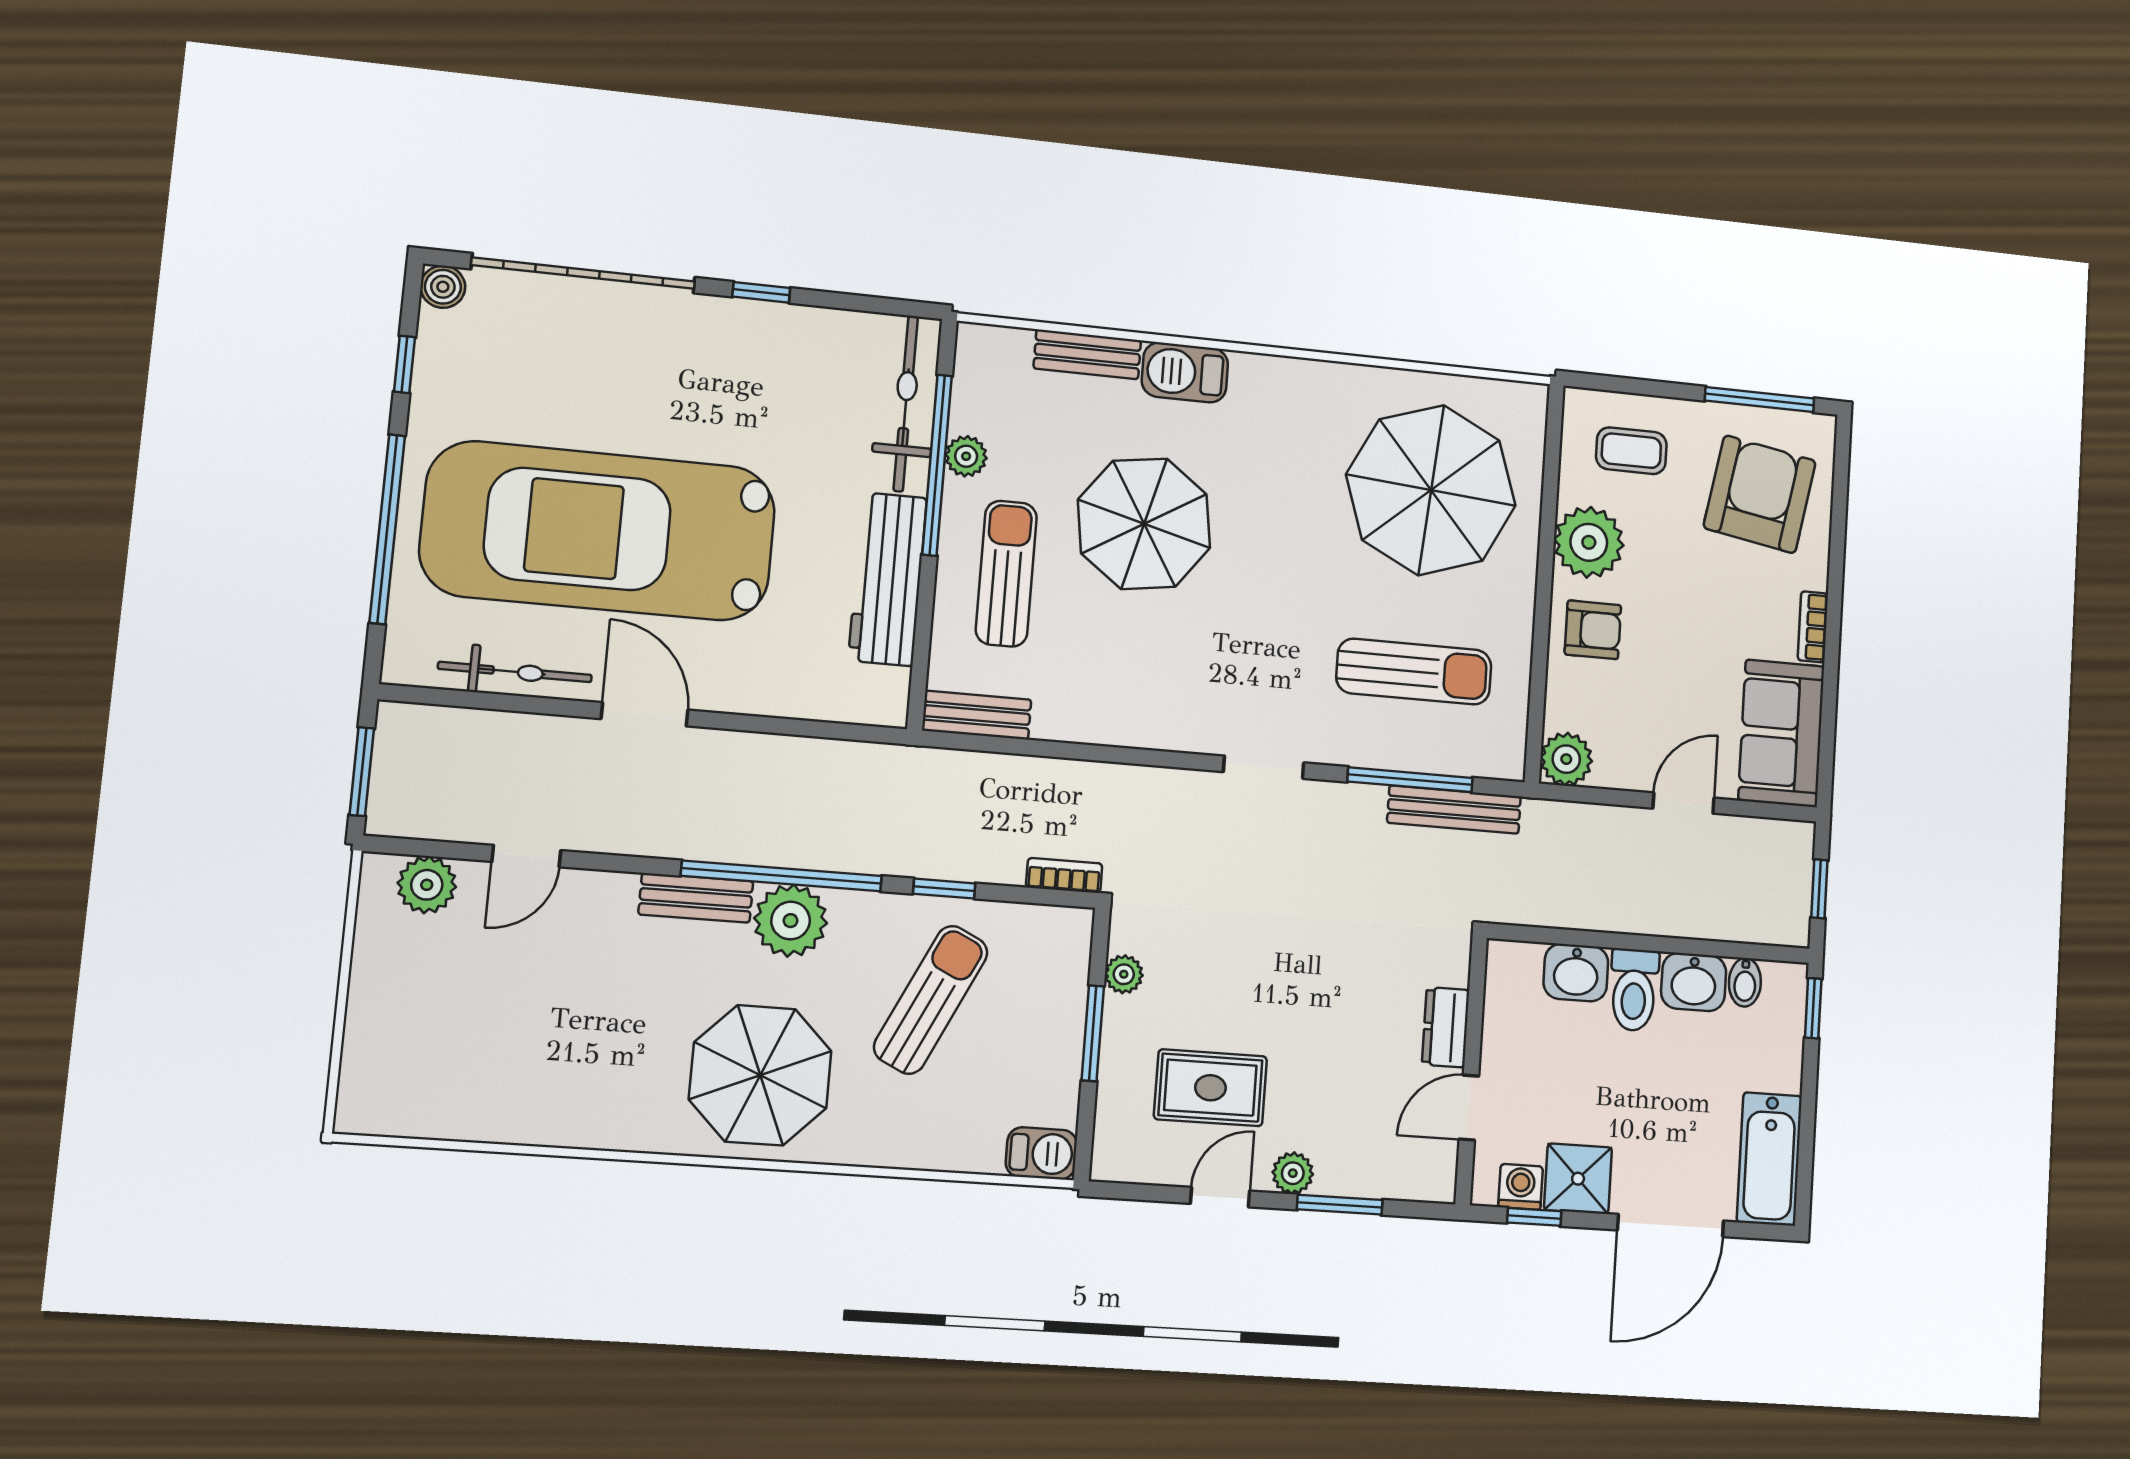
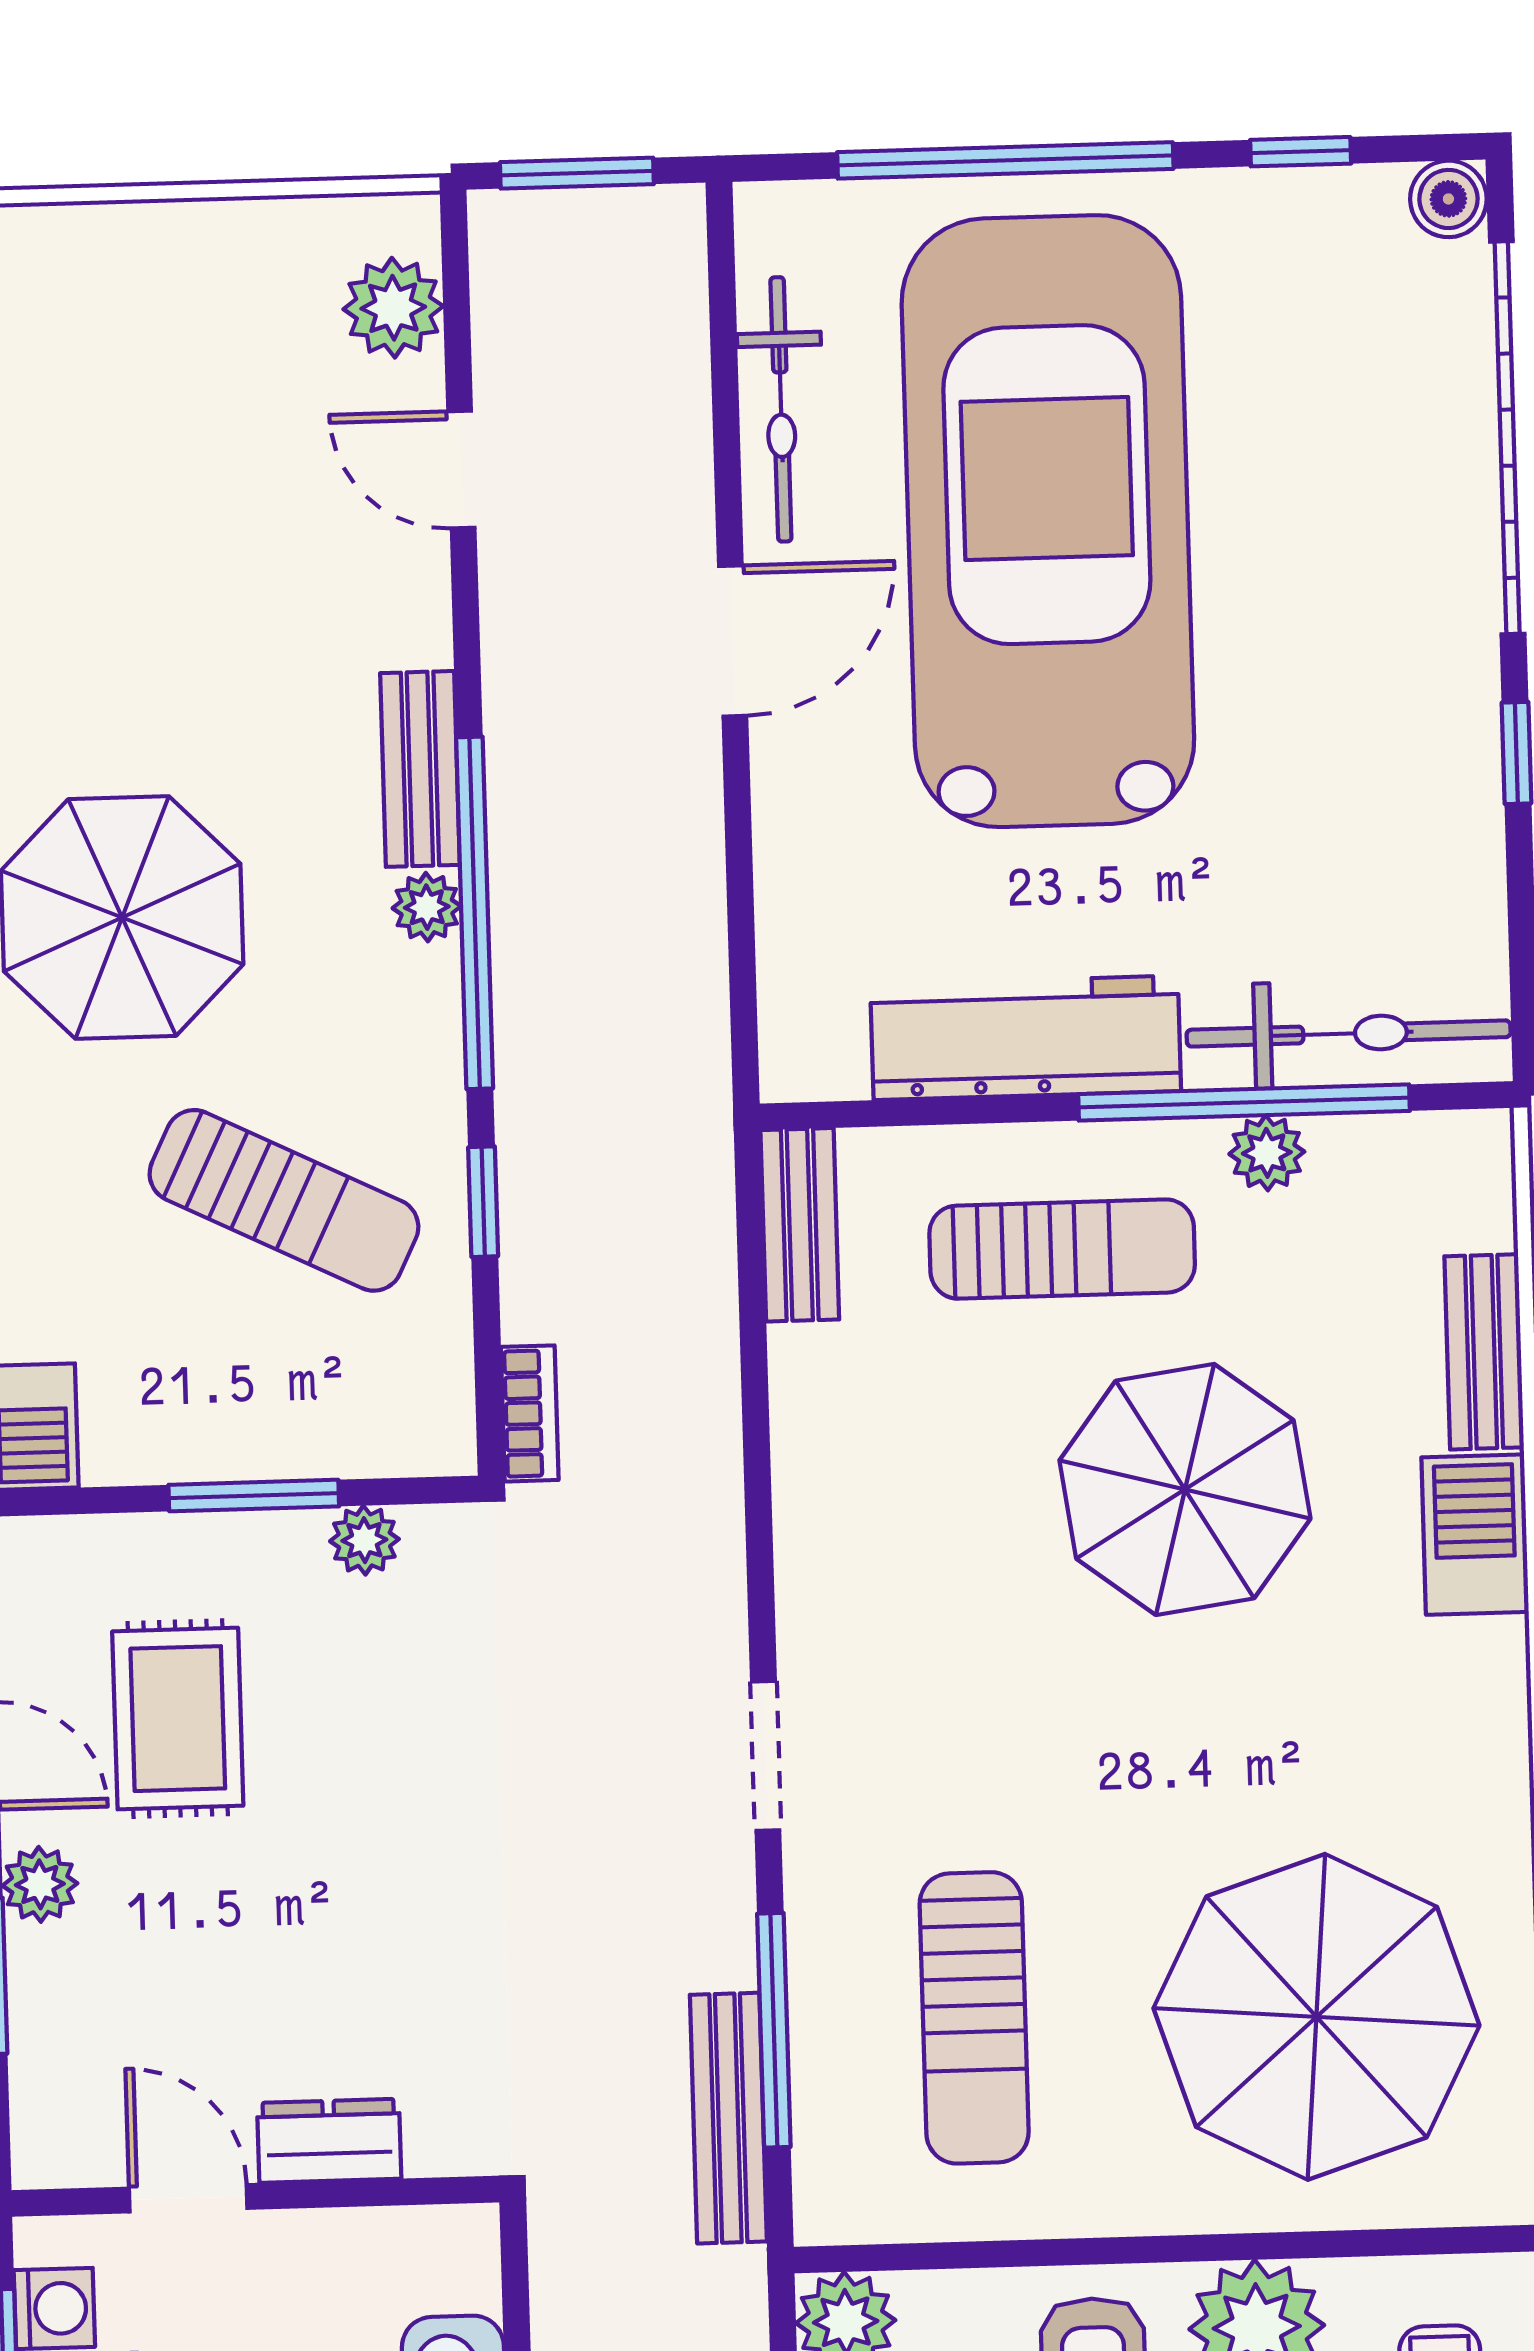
plant: (791, 921) -> (427, 907), width x0.53, depth x0.53

